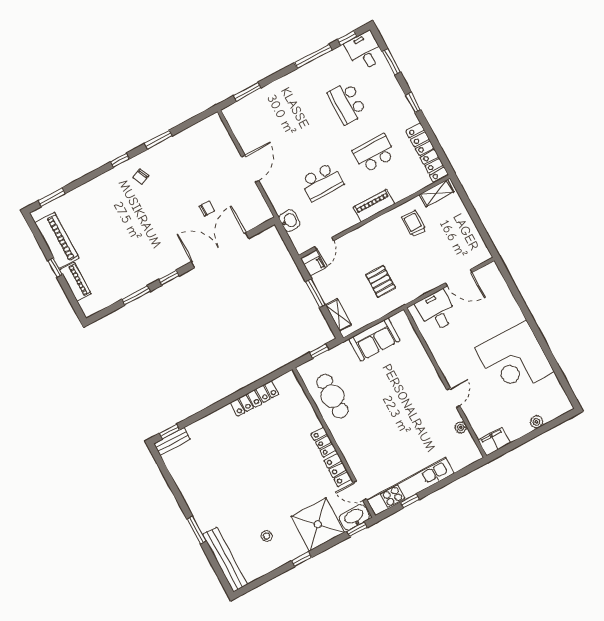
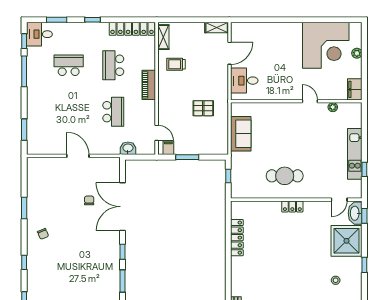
school desk: (347, 103) -> (69, 65), turned 180
window: (120, 160) -> (24, 262), moved
shelving: (338, 315) -> (217, 28), moved
corner desk: (514, 360) -> (326, 45), moved
cafe table: (332, 396) -> (285, 176), moved
locker: (338, 470) -> (317, 207), removed
kitchen unit: (411, 486) -> (355, 154), width x0.73

